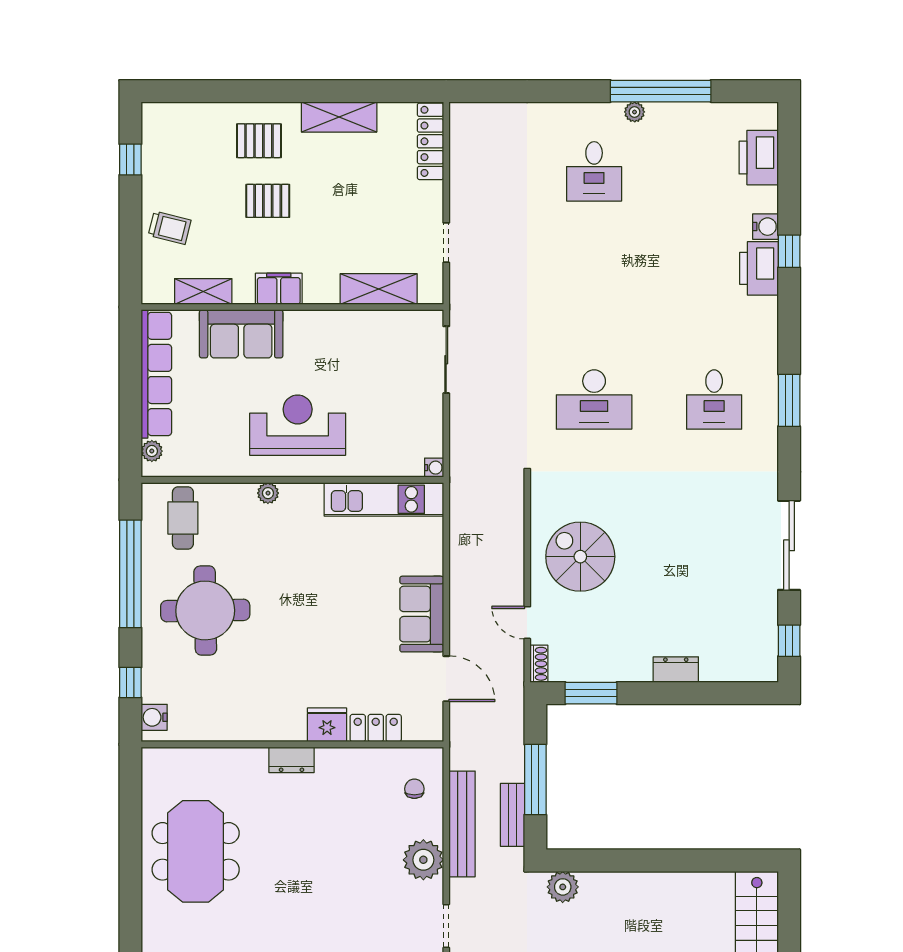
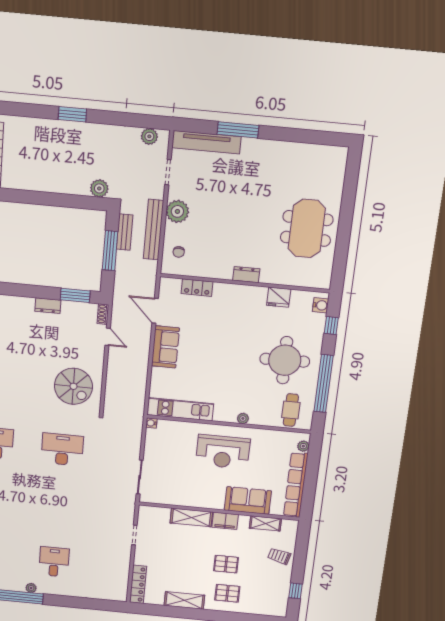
shelving: (379, 289) -> (191, 517), moved
spiral stairs: (580, 557) -> (73, 386), moved
dresser: (676, 670) -> (48, 306), moved
fridge: (327, 725) -> (279, 297), moved

